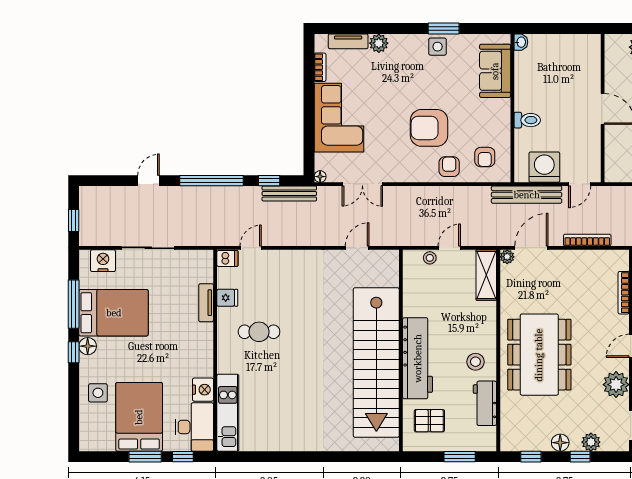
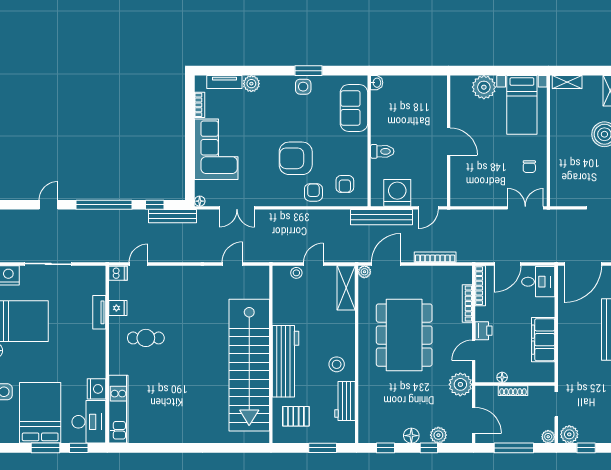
dining table: (539, 355) -> (404, 335), moved

